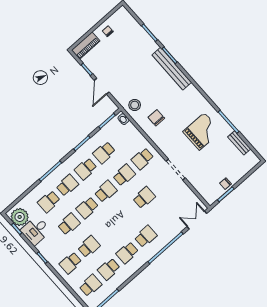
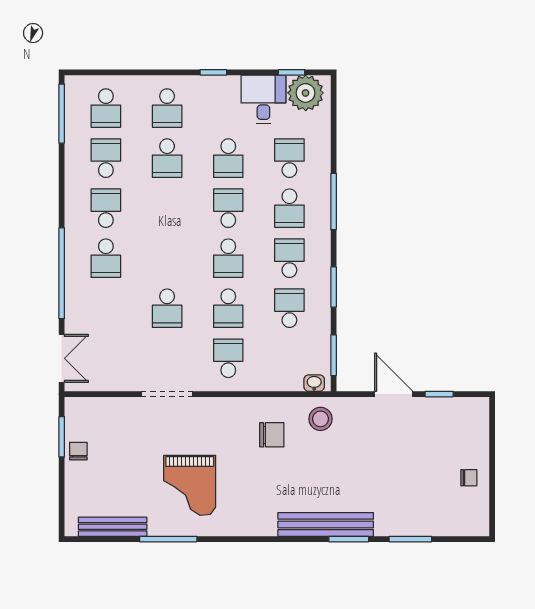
piano: (86, 46) -> (477, 425), removed
bench: (239, 143) -> (113, 527), width x1.36
school desk: (70, 263) -> (167, 108), turned 180

